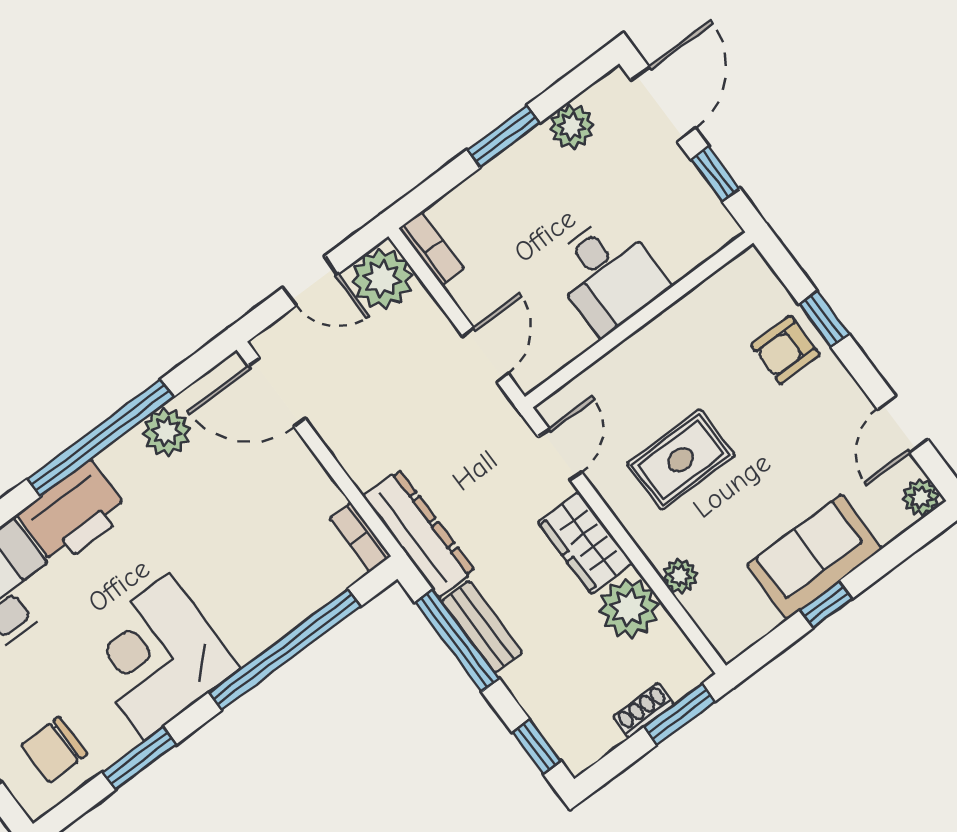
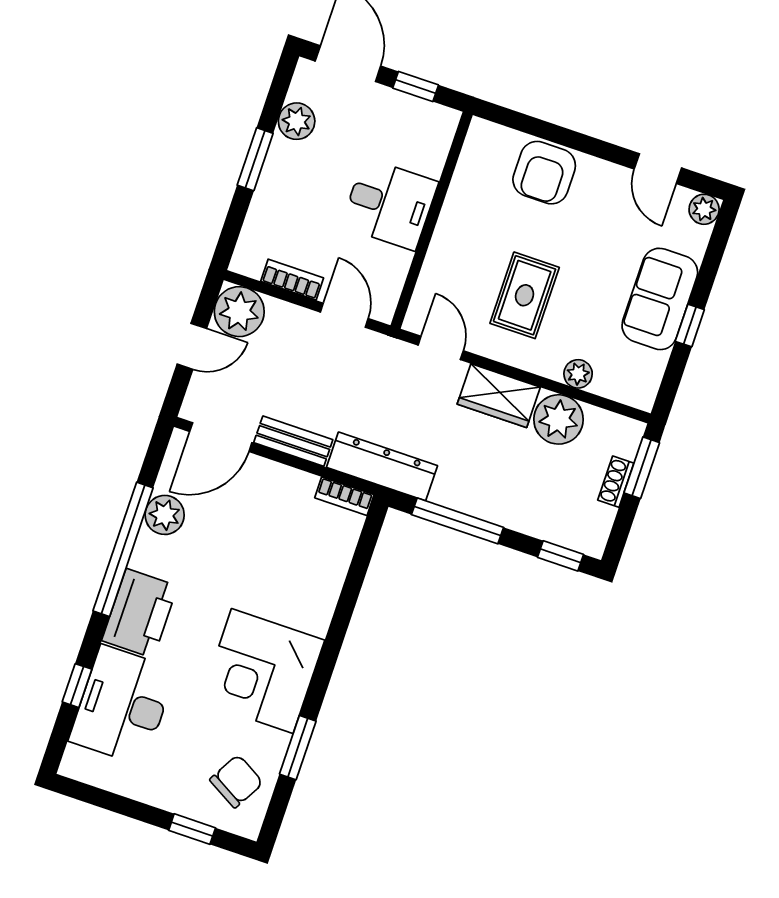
bookcase: (432, 248) -> (292, 280), moved
window: (824, 319) -> (556, 134), removed
armchair: (785, 350) -> (544, 173), width x1.38, depth x1.38
bench: (482, 627) -> (293, 441), moved
window: (285, 649) -> (345, 607), removed
chair: (54, 750) -> (236, 781), turned -150

